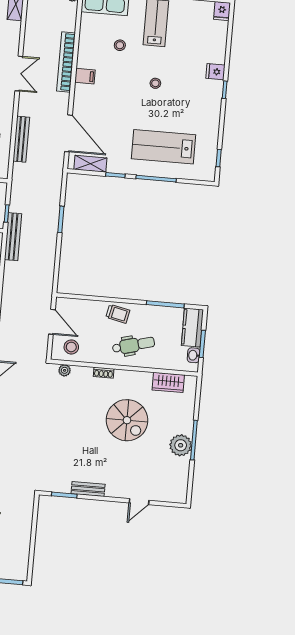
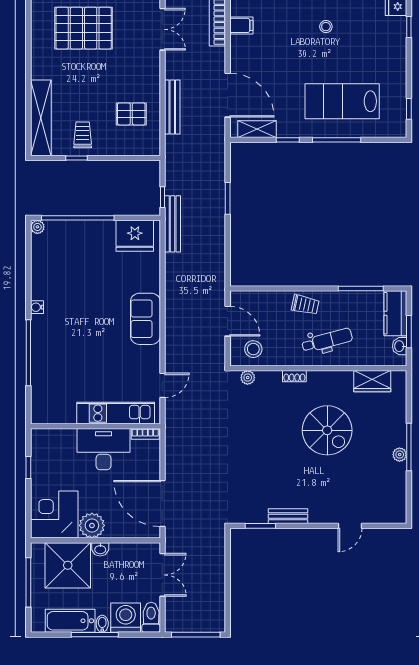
plant: (181, 445) -> (400, 455), width x0.53, depth x0.53

